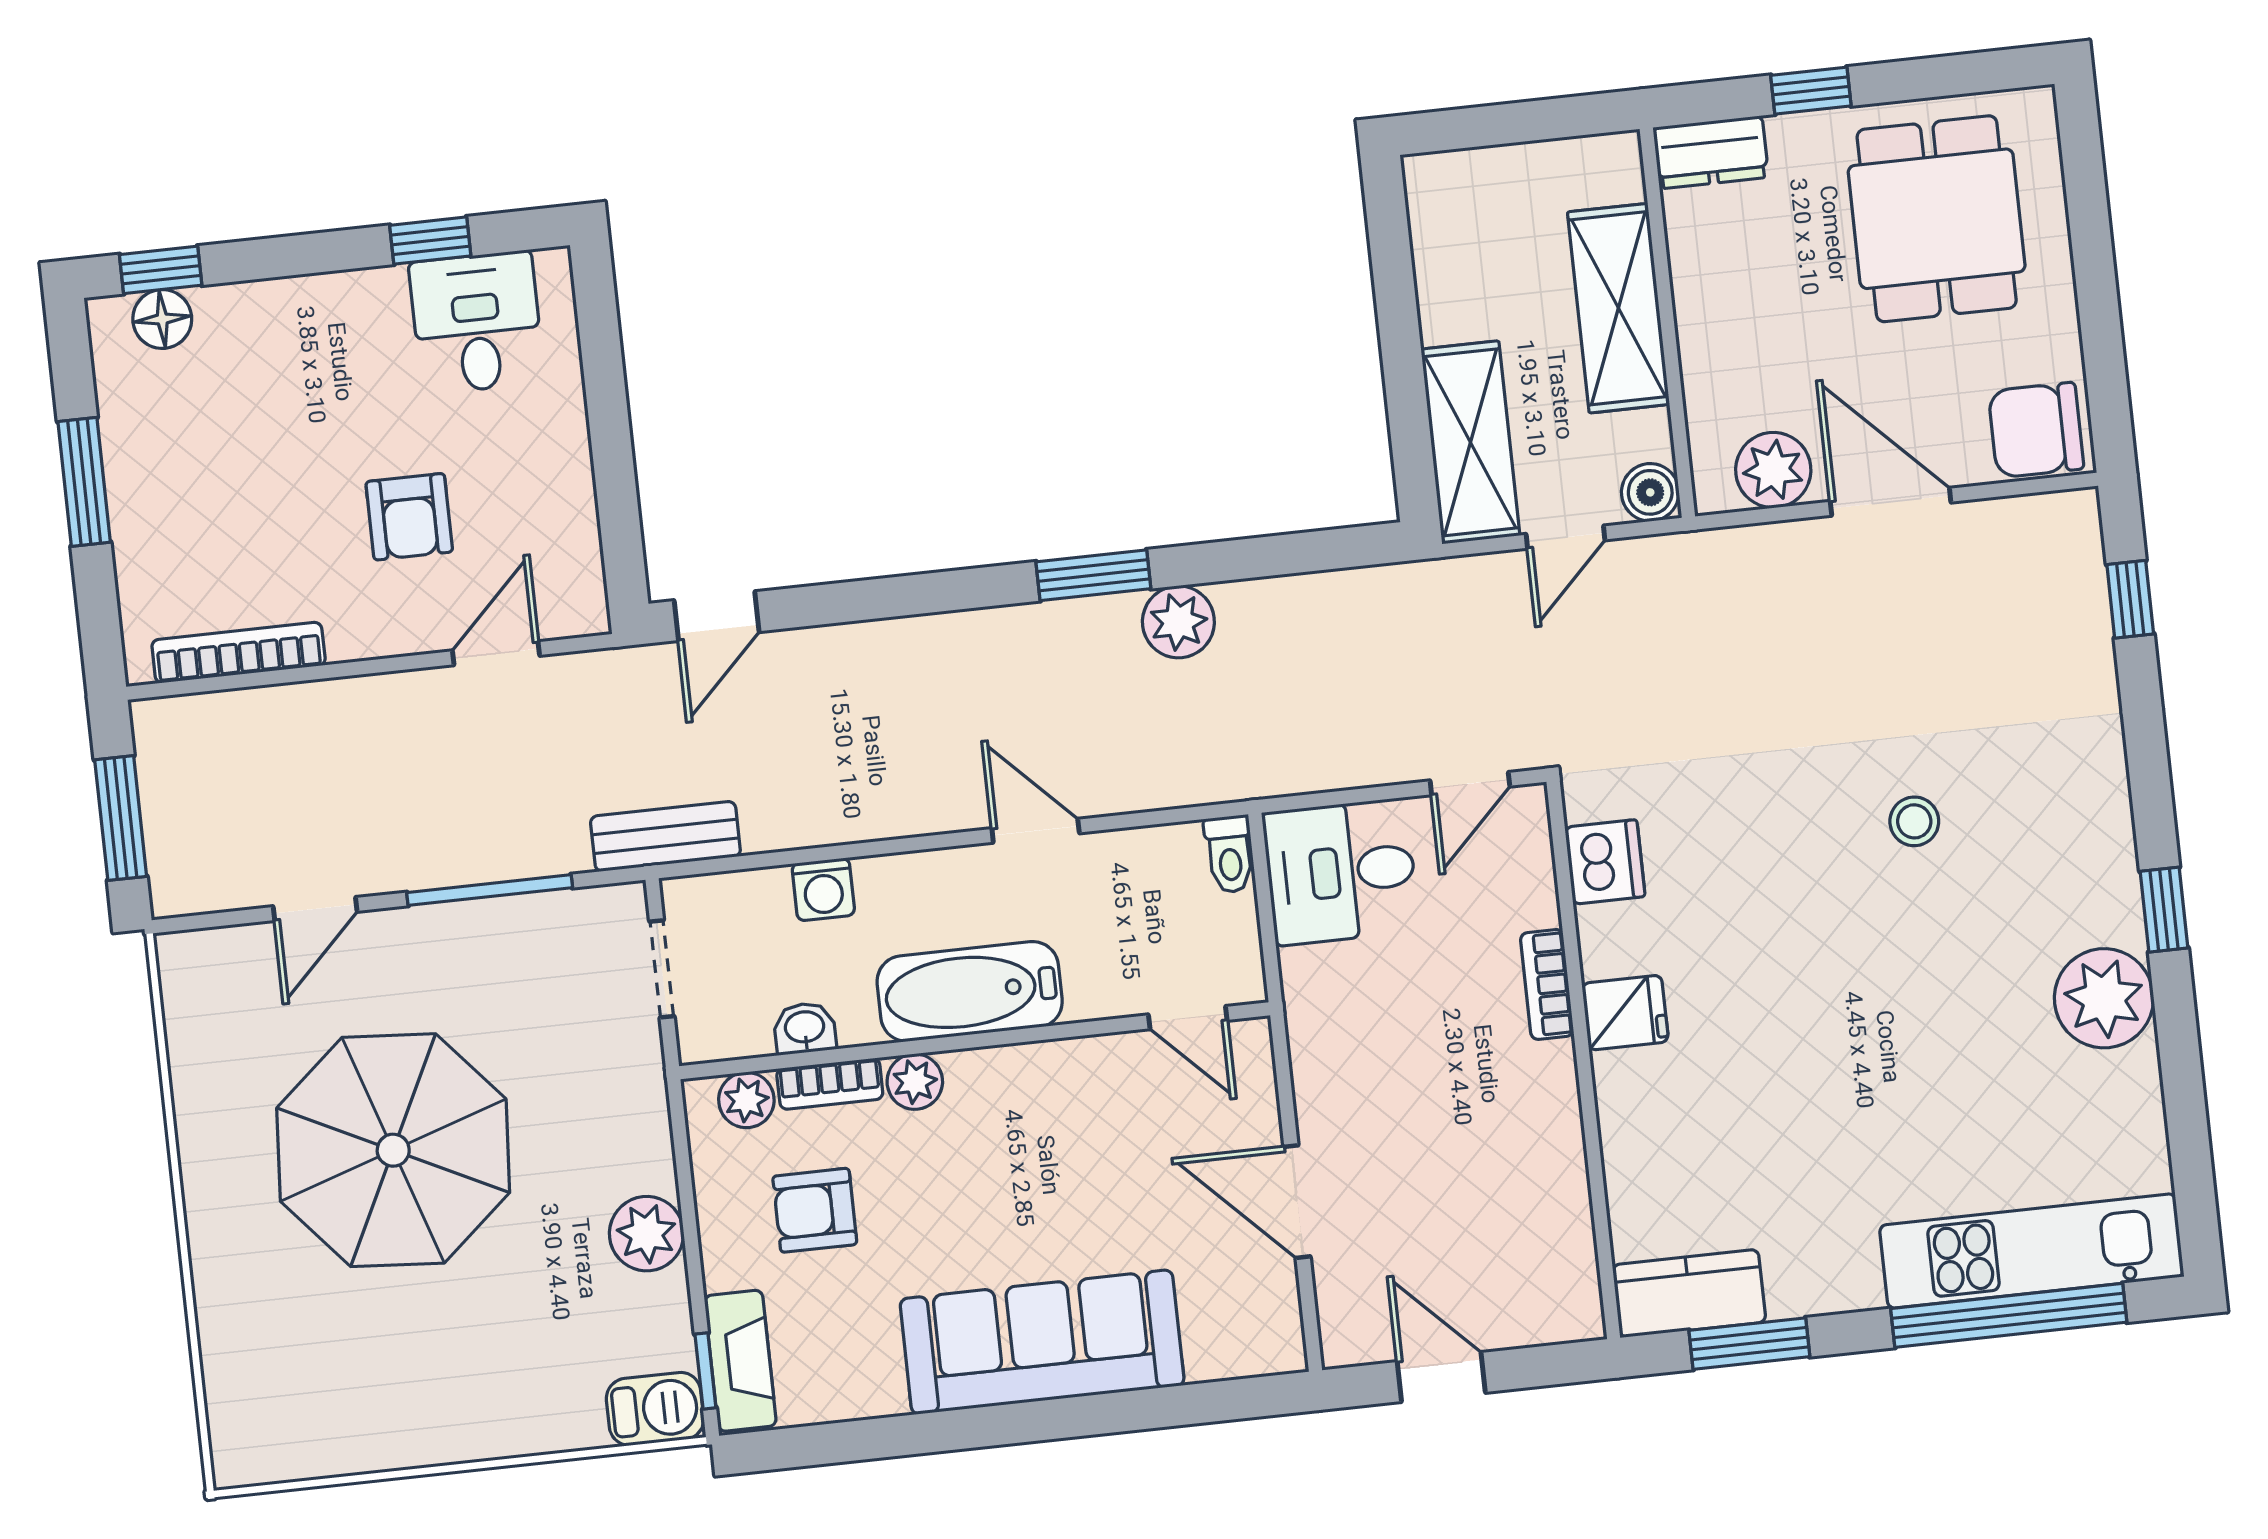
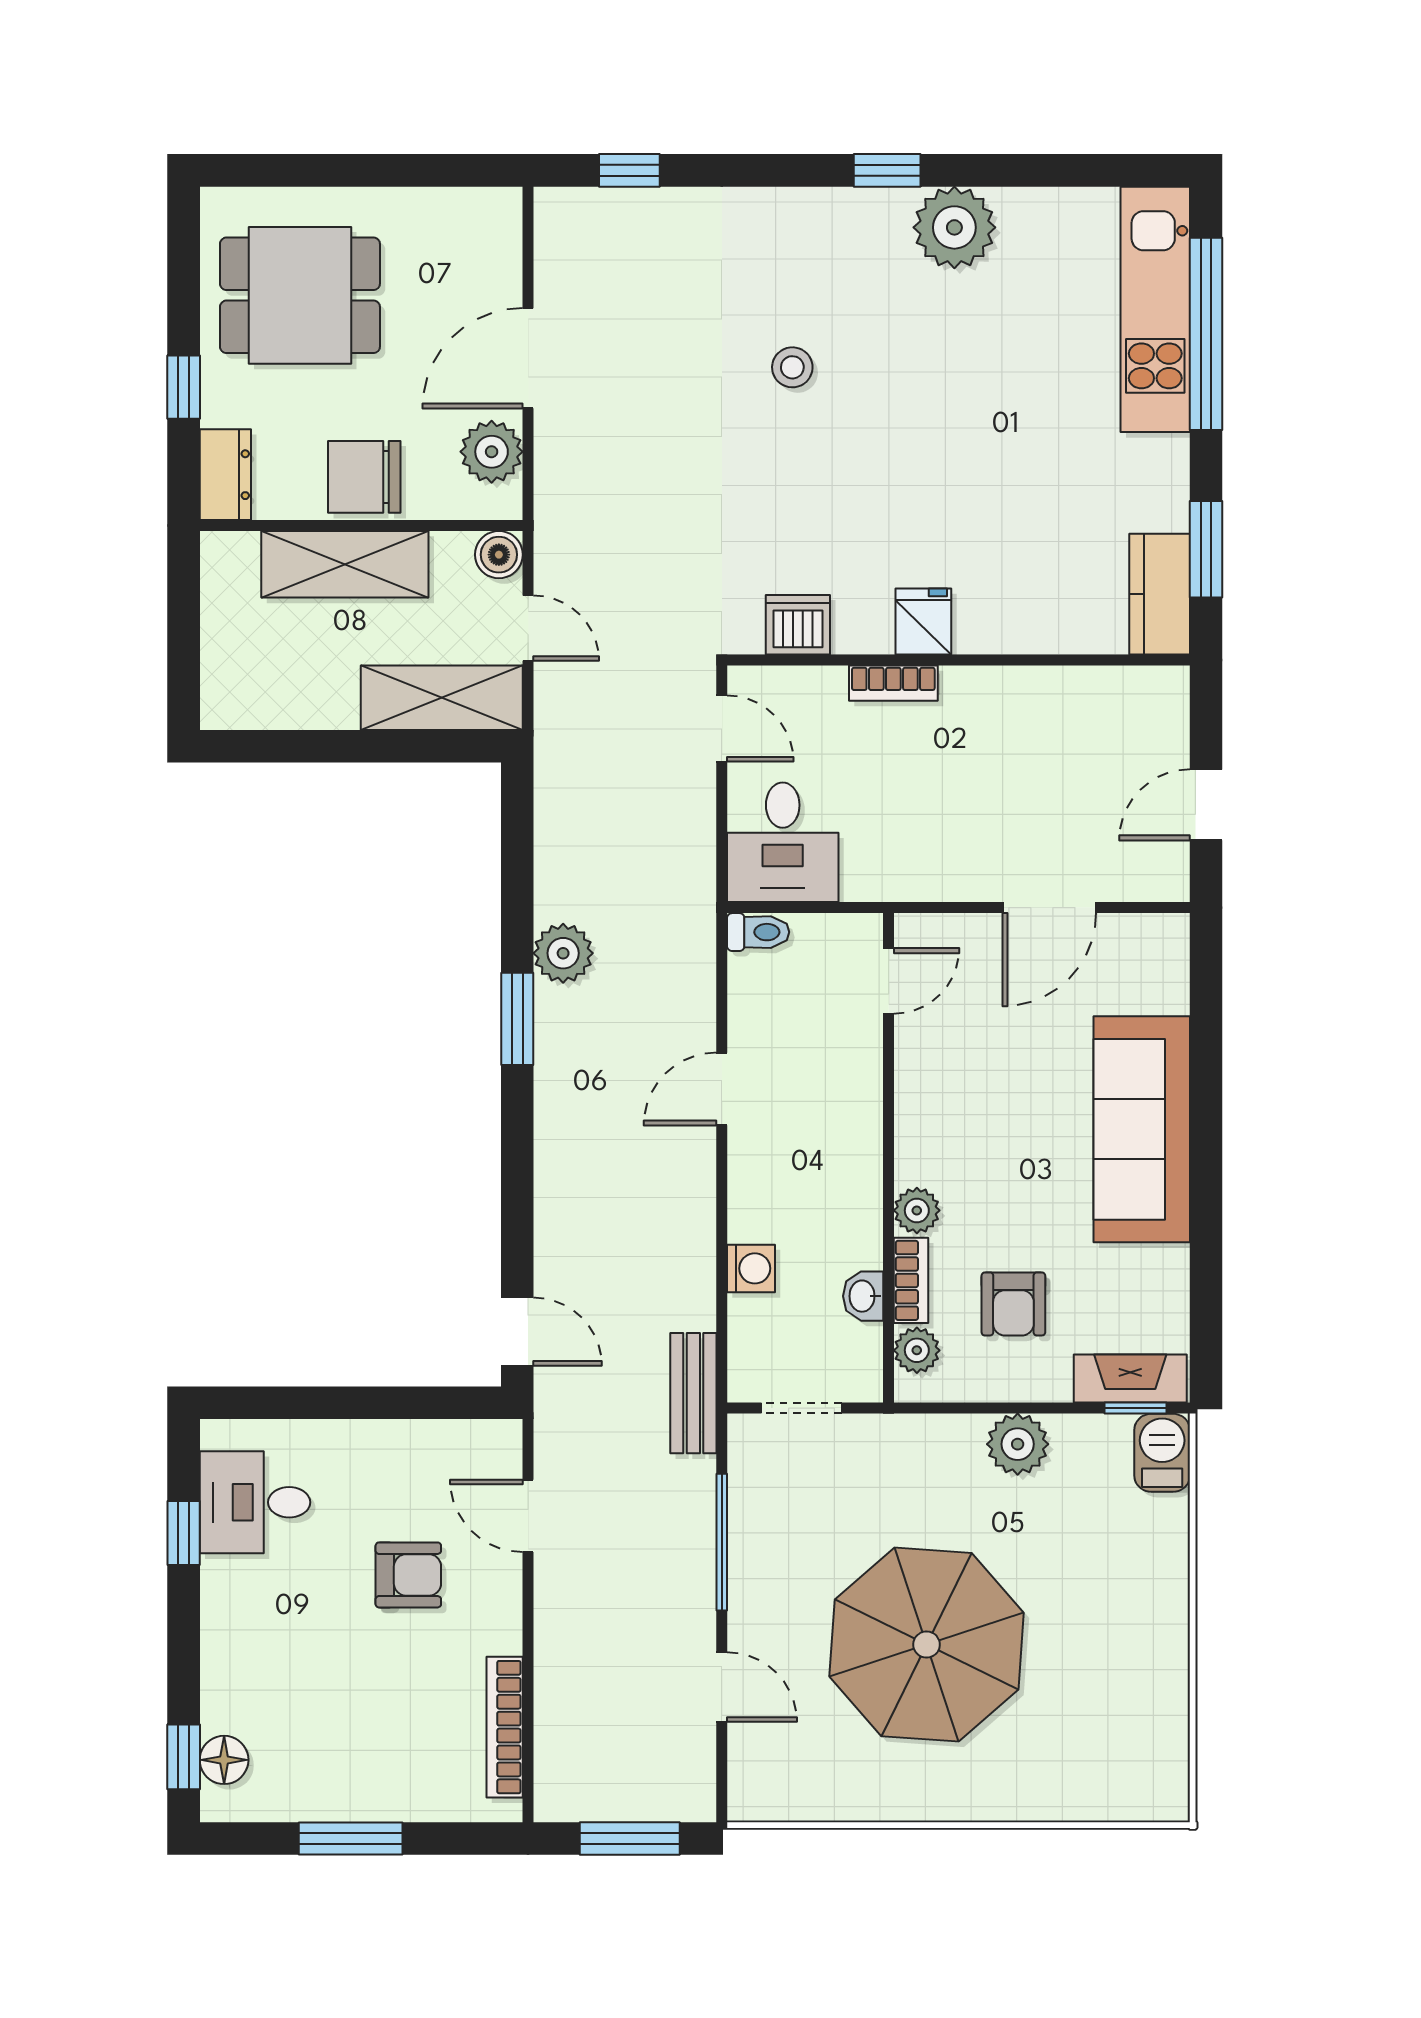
chair: (2036, 430) -> (364, 477), moved, turned 90
bathtub: (970, 991) -> (848, 1157), removed

